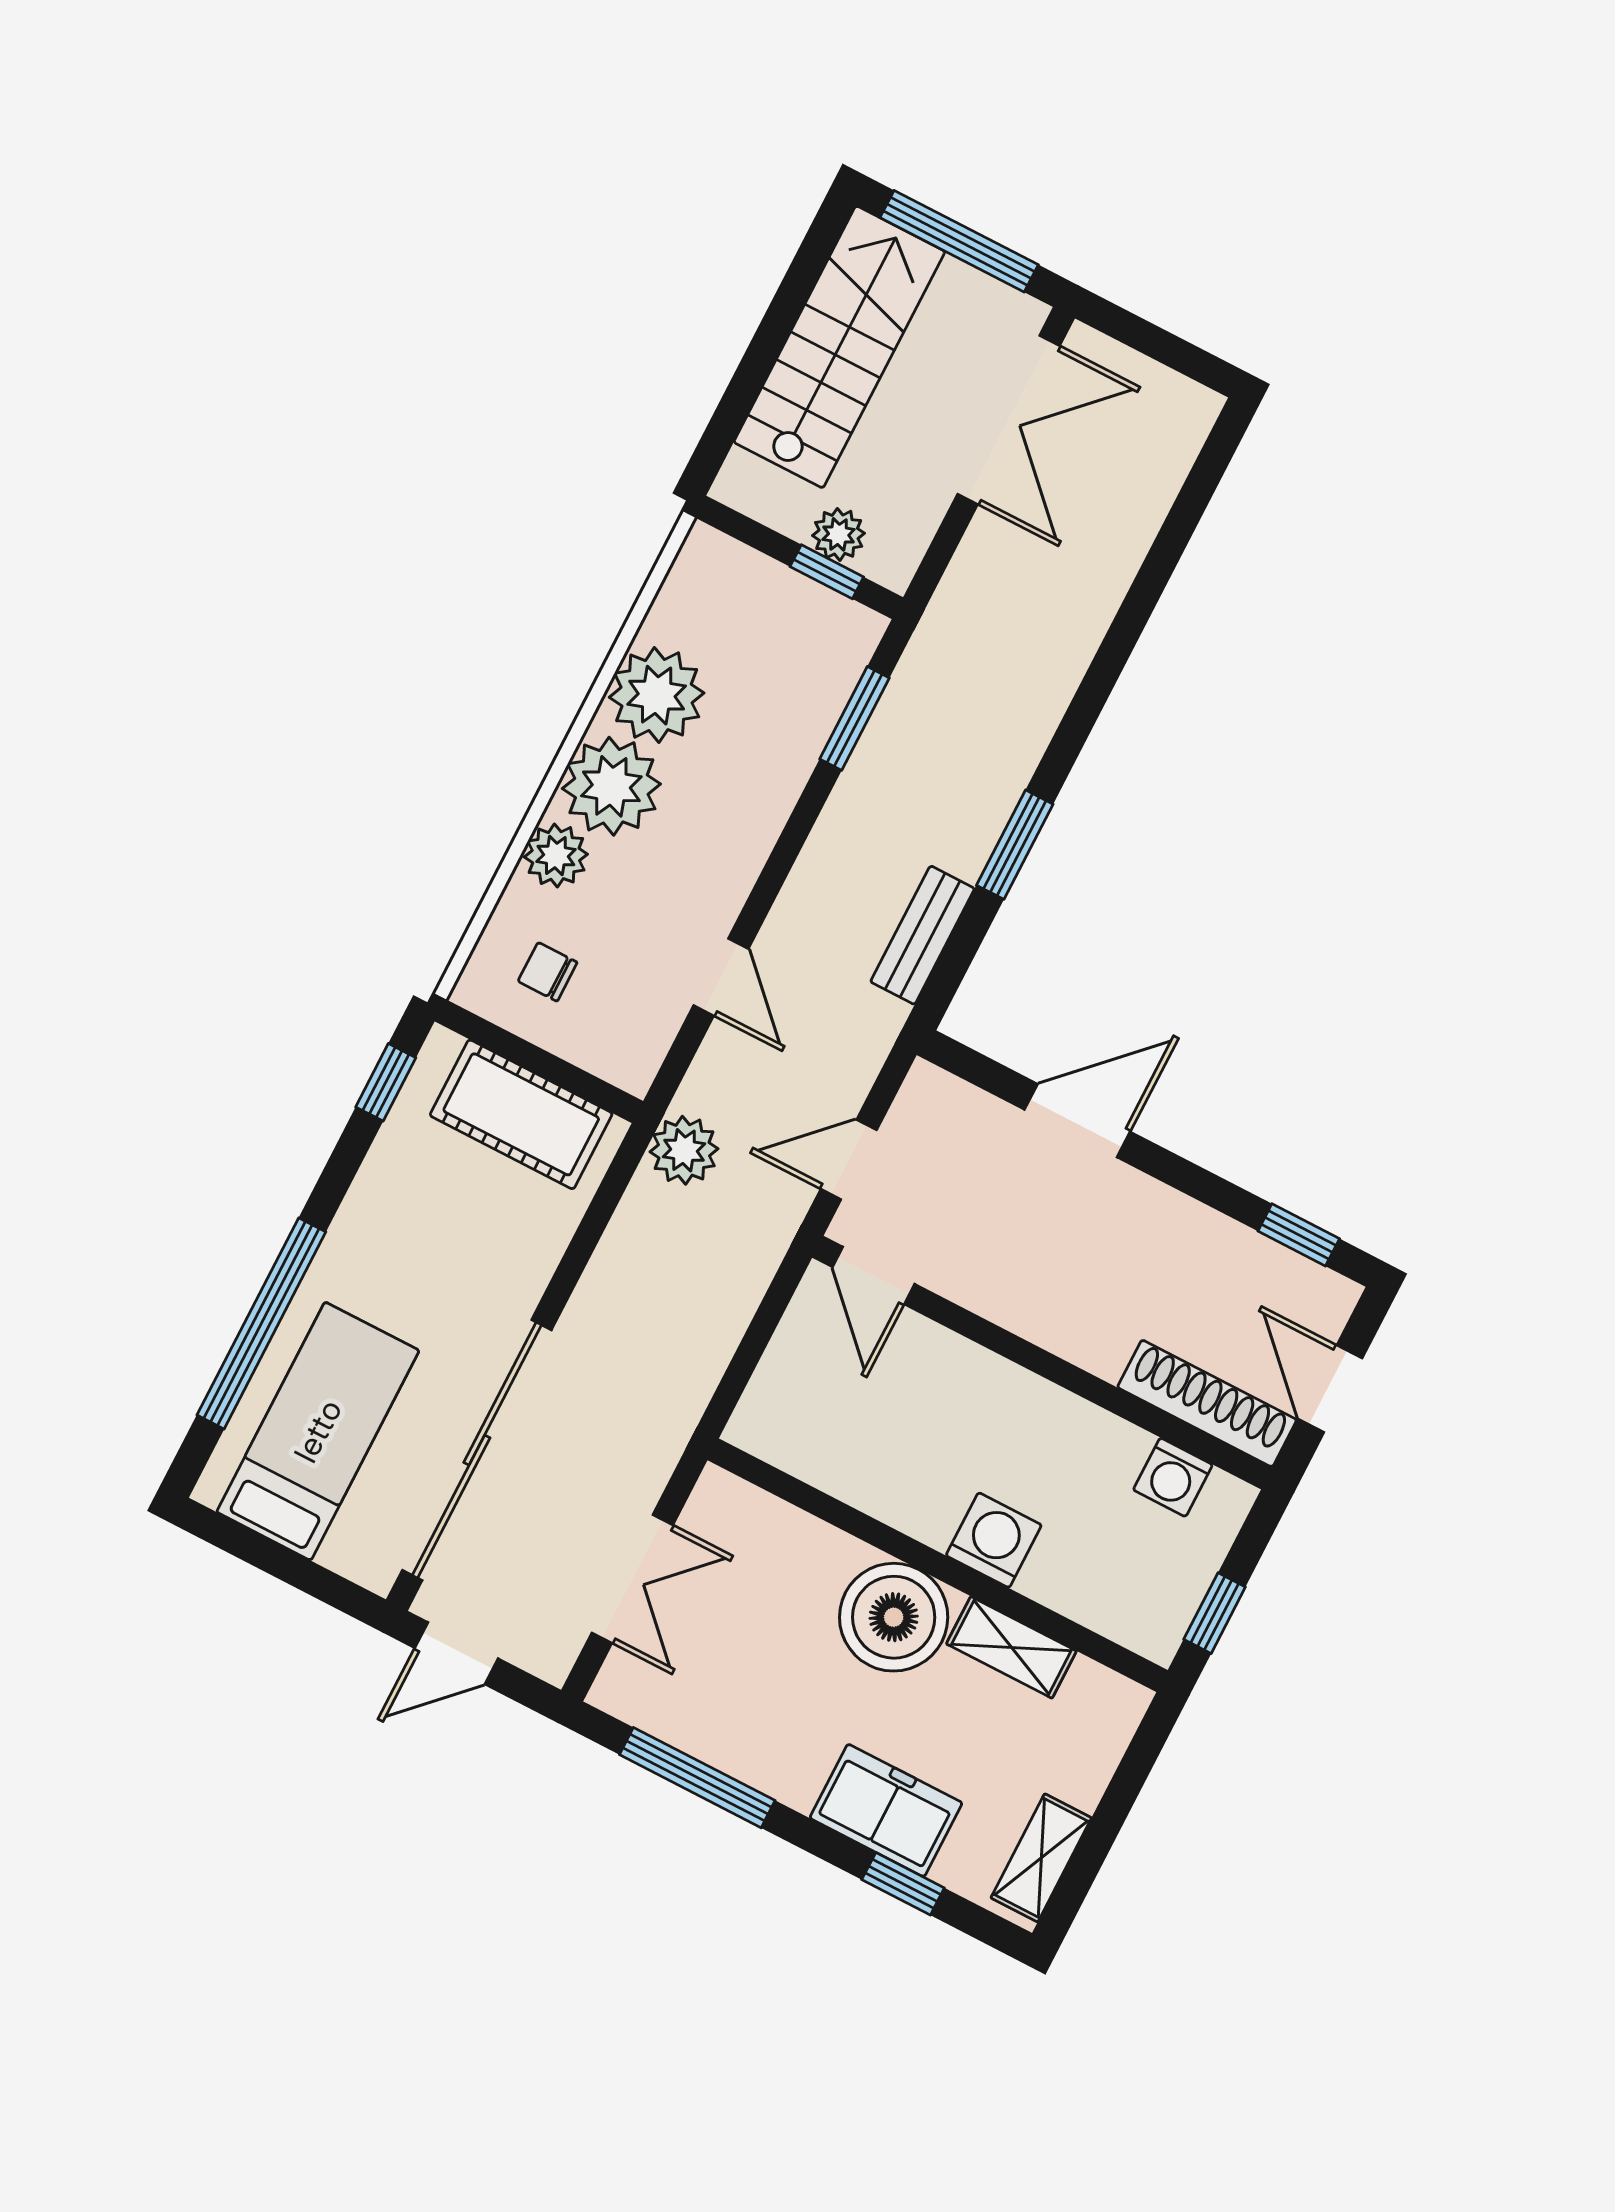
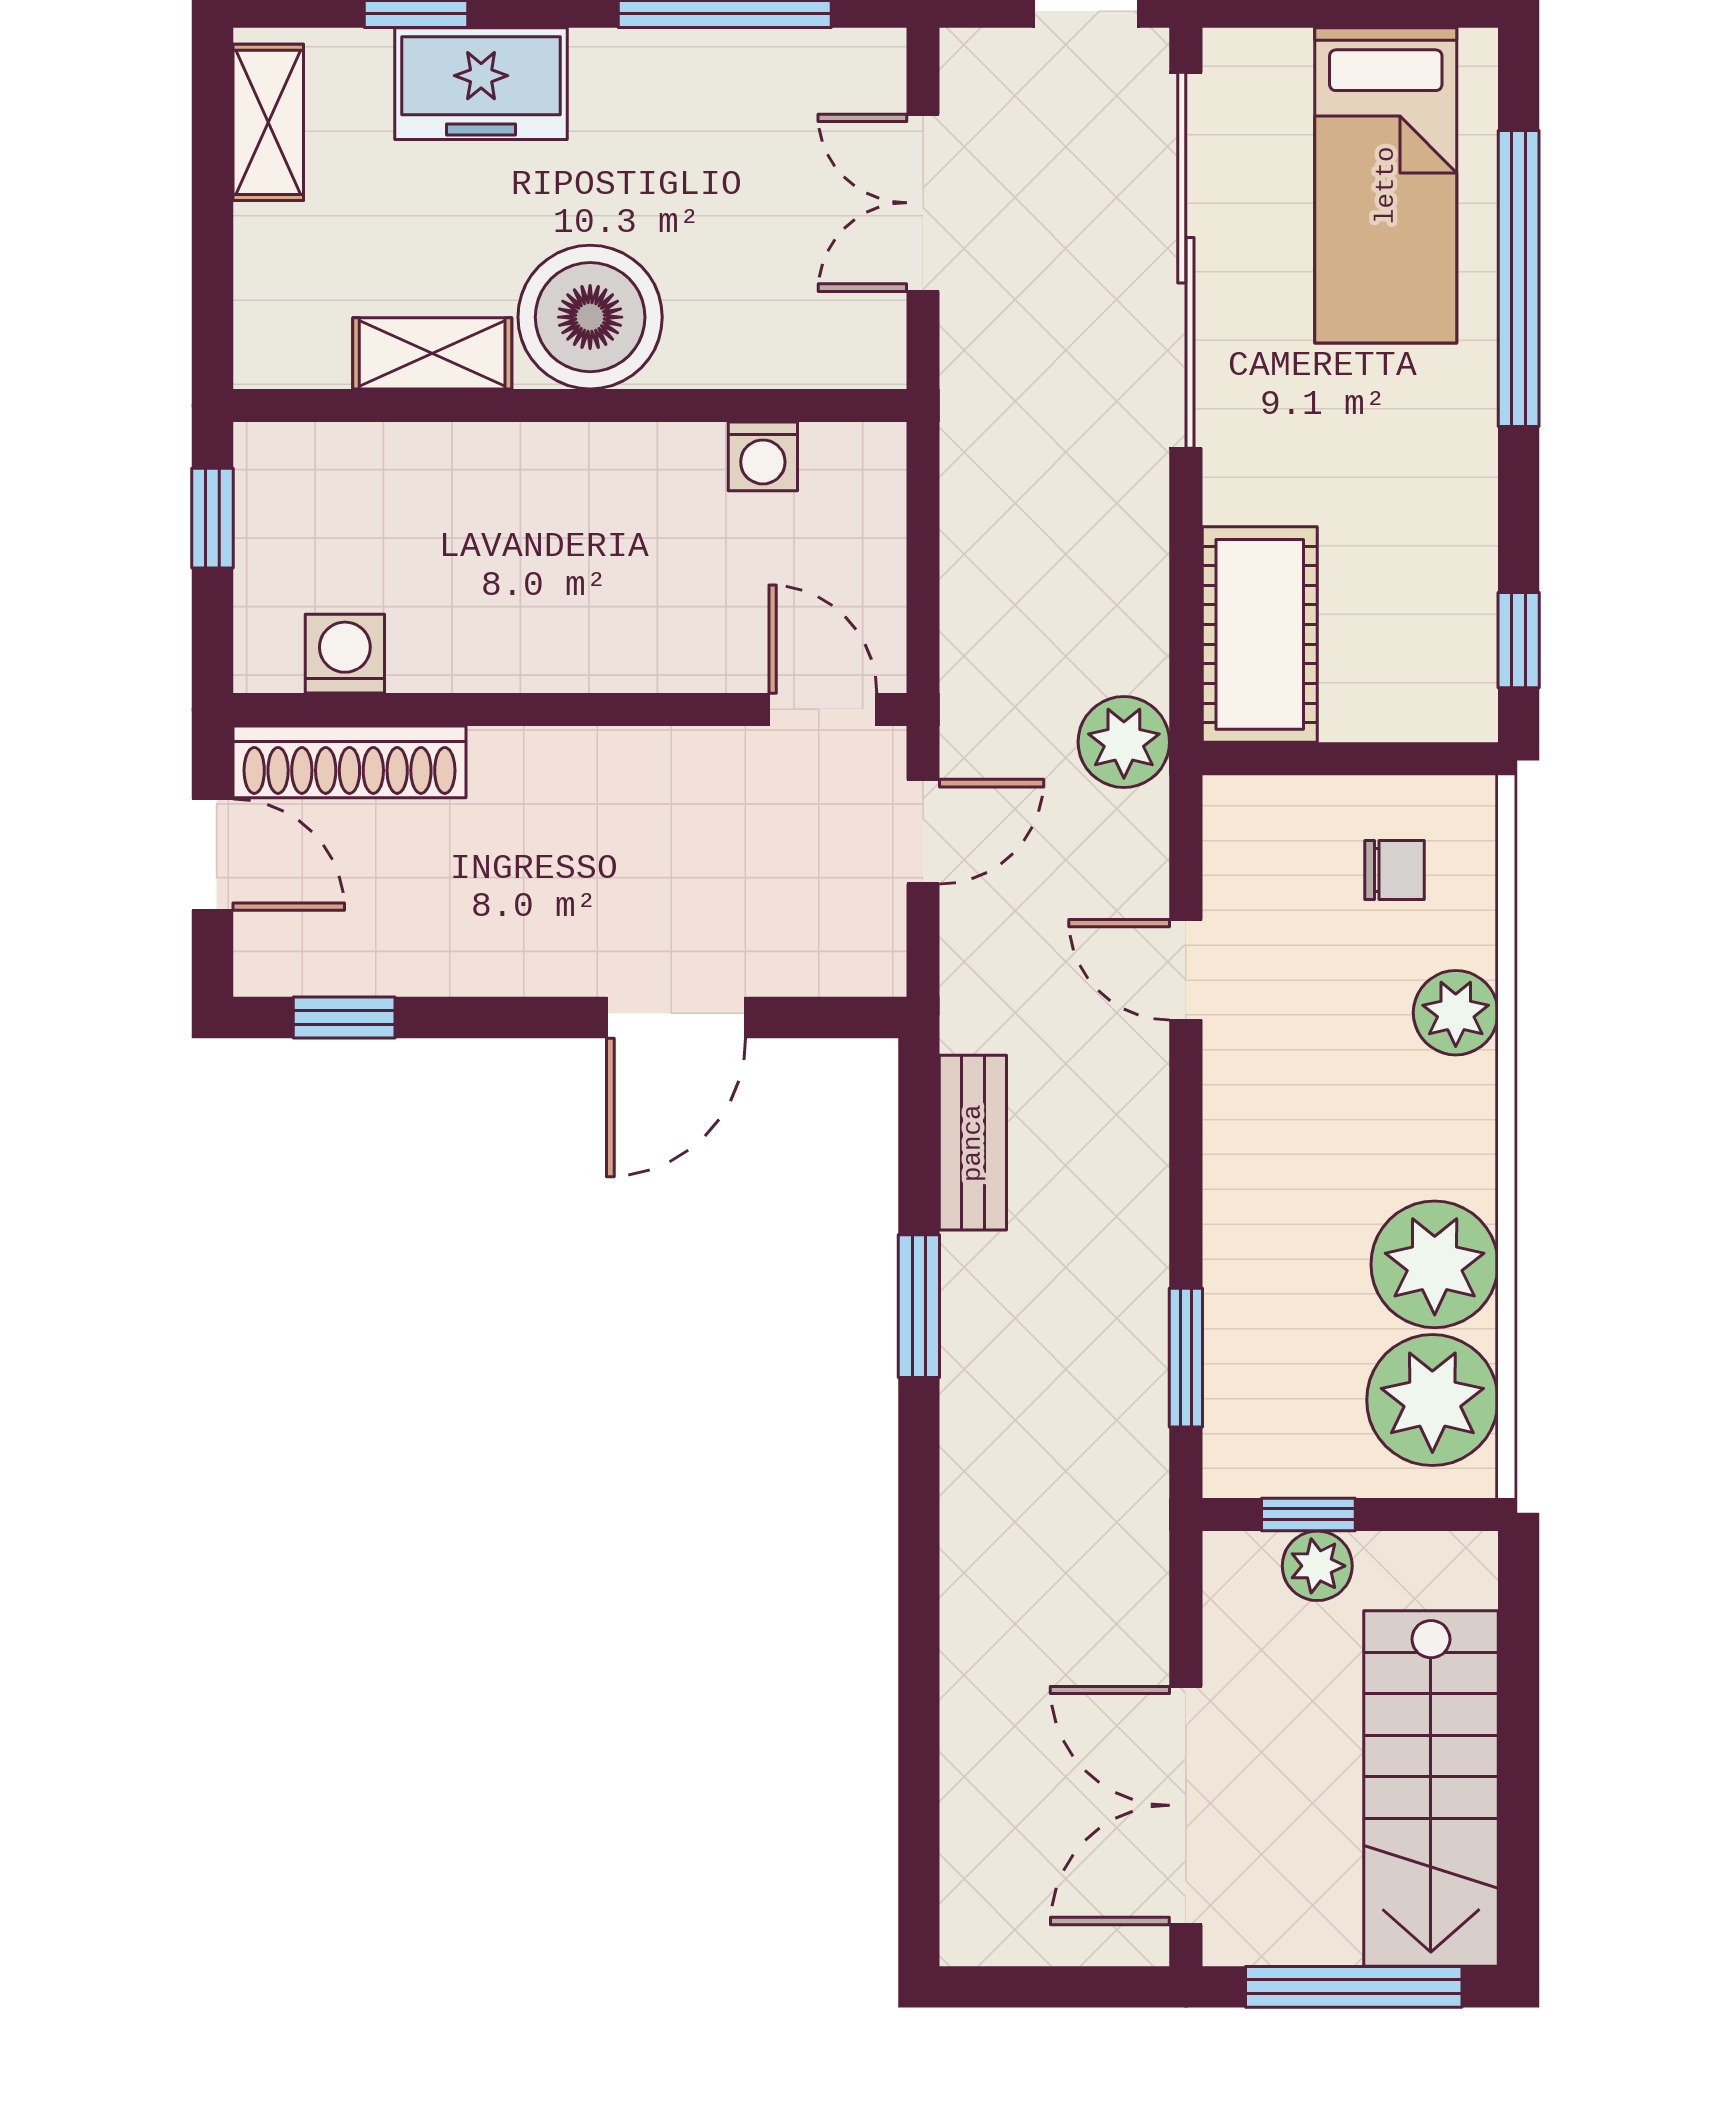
plant: (611, 786) -> (1432, 1400), moved
cot: (521, 1114) -> (1260, 634), moved, turned 90
washing machine: (994, 1540) -> (763, 456), moved, width x0.73, depth x0.73

